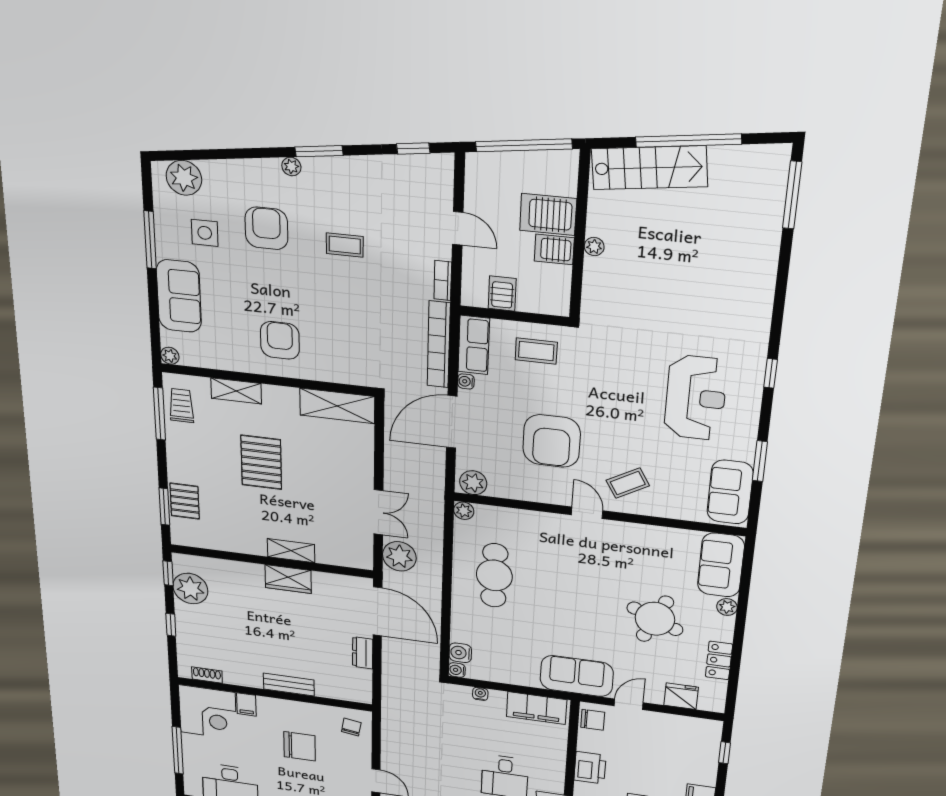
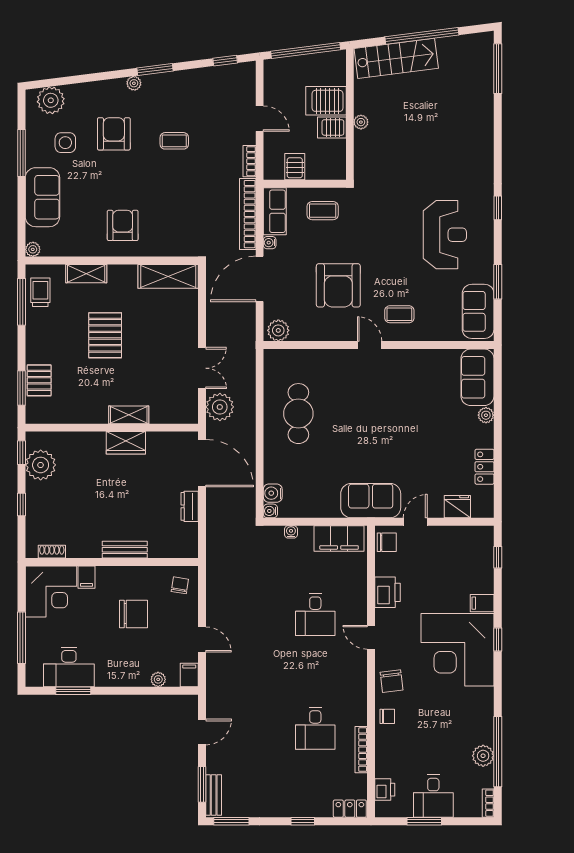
coffee table: (628, 483) -> (399, 314), turned 30
plant: (464, 511) -> (271, 357), removed
round table: (655, 619) -> (430, 435), removed

